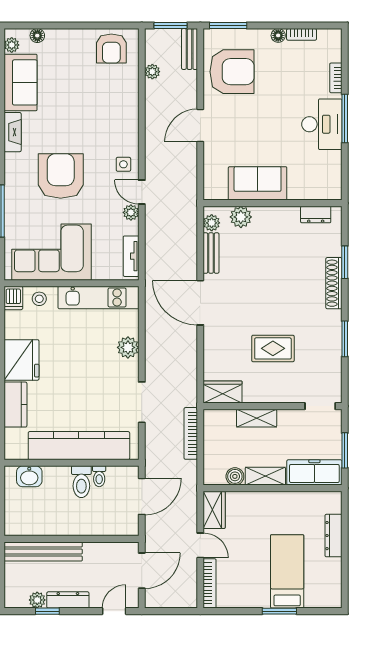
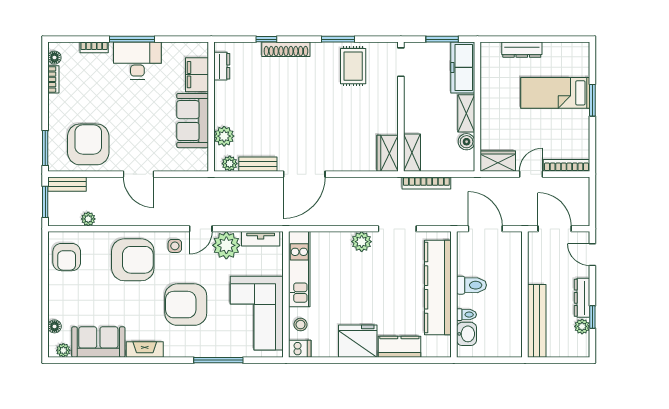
floor lamp: (278, 35) -> (54, 58), moved
armchair: (111, 49) -> (67, 257), turned 90
armchair: (109, 119) -> (133, 260), added
filing cabinet: (307, 188) -> (197, 75), added
plant: (131, 212) -> (226, 245), width x1.88, depth x1.88
window: (345, 262) -> (266, 39), width x0.67
plant: (128, 347) -> (362, 242), moved
rug: (273, 348) -> (353, 66), moved
shelving: (257, 418) -> (412, 153), moved
toilet: (99, 476) -> (466, 315), moved

